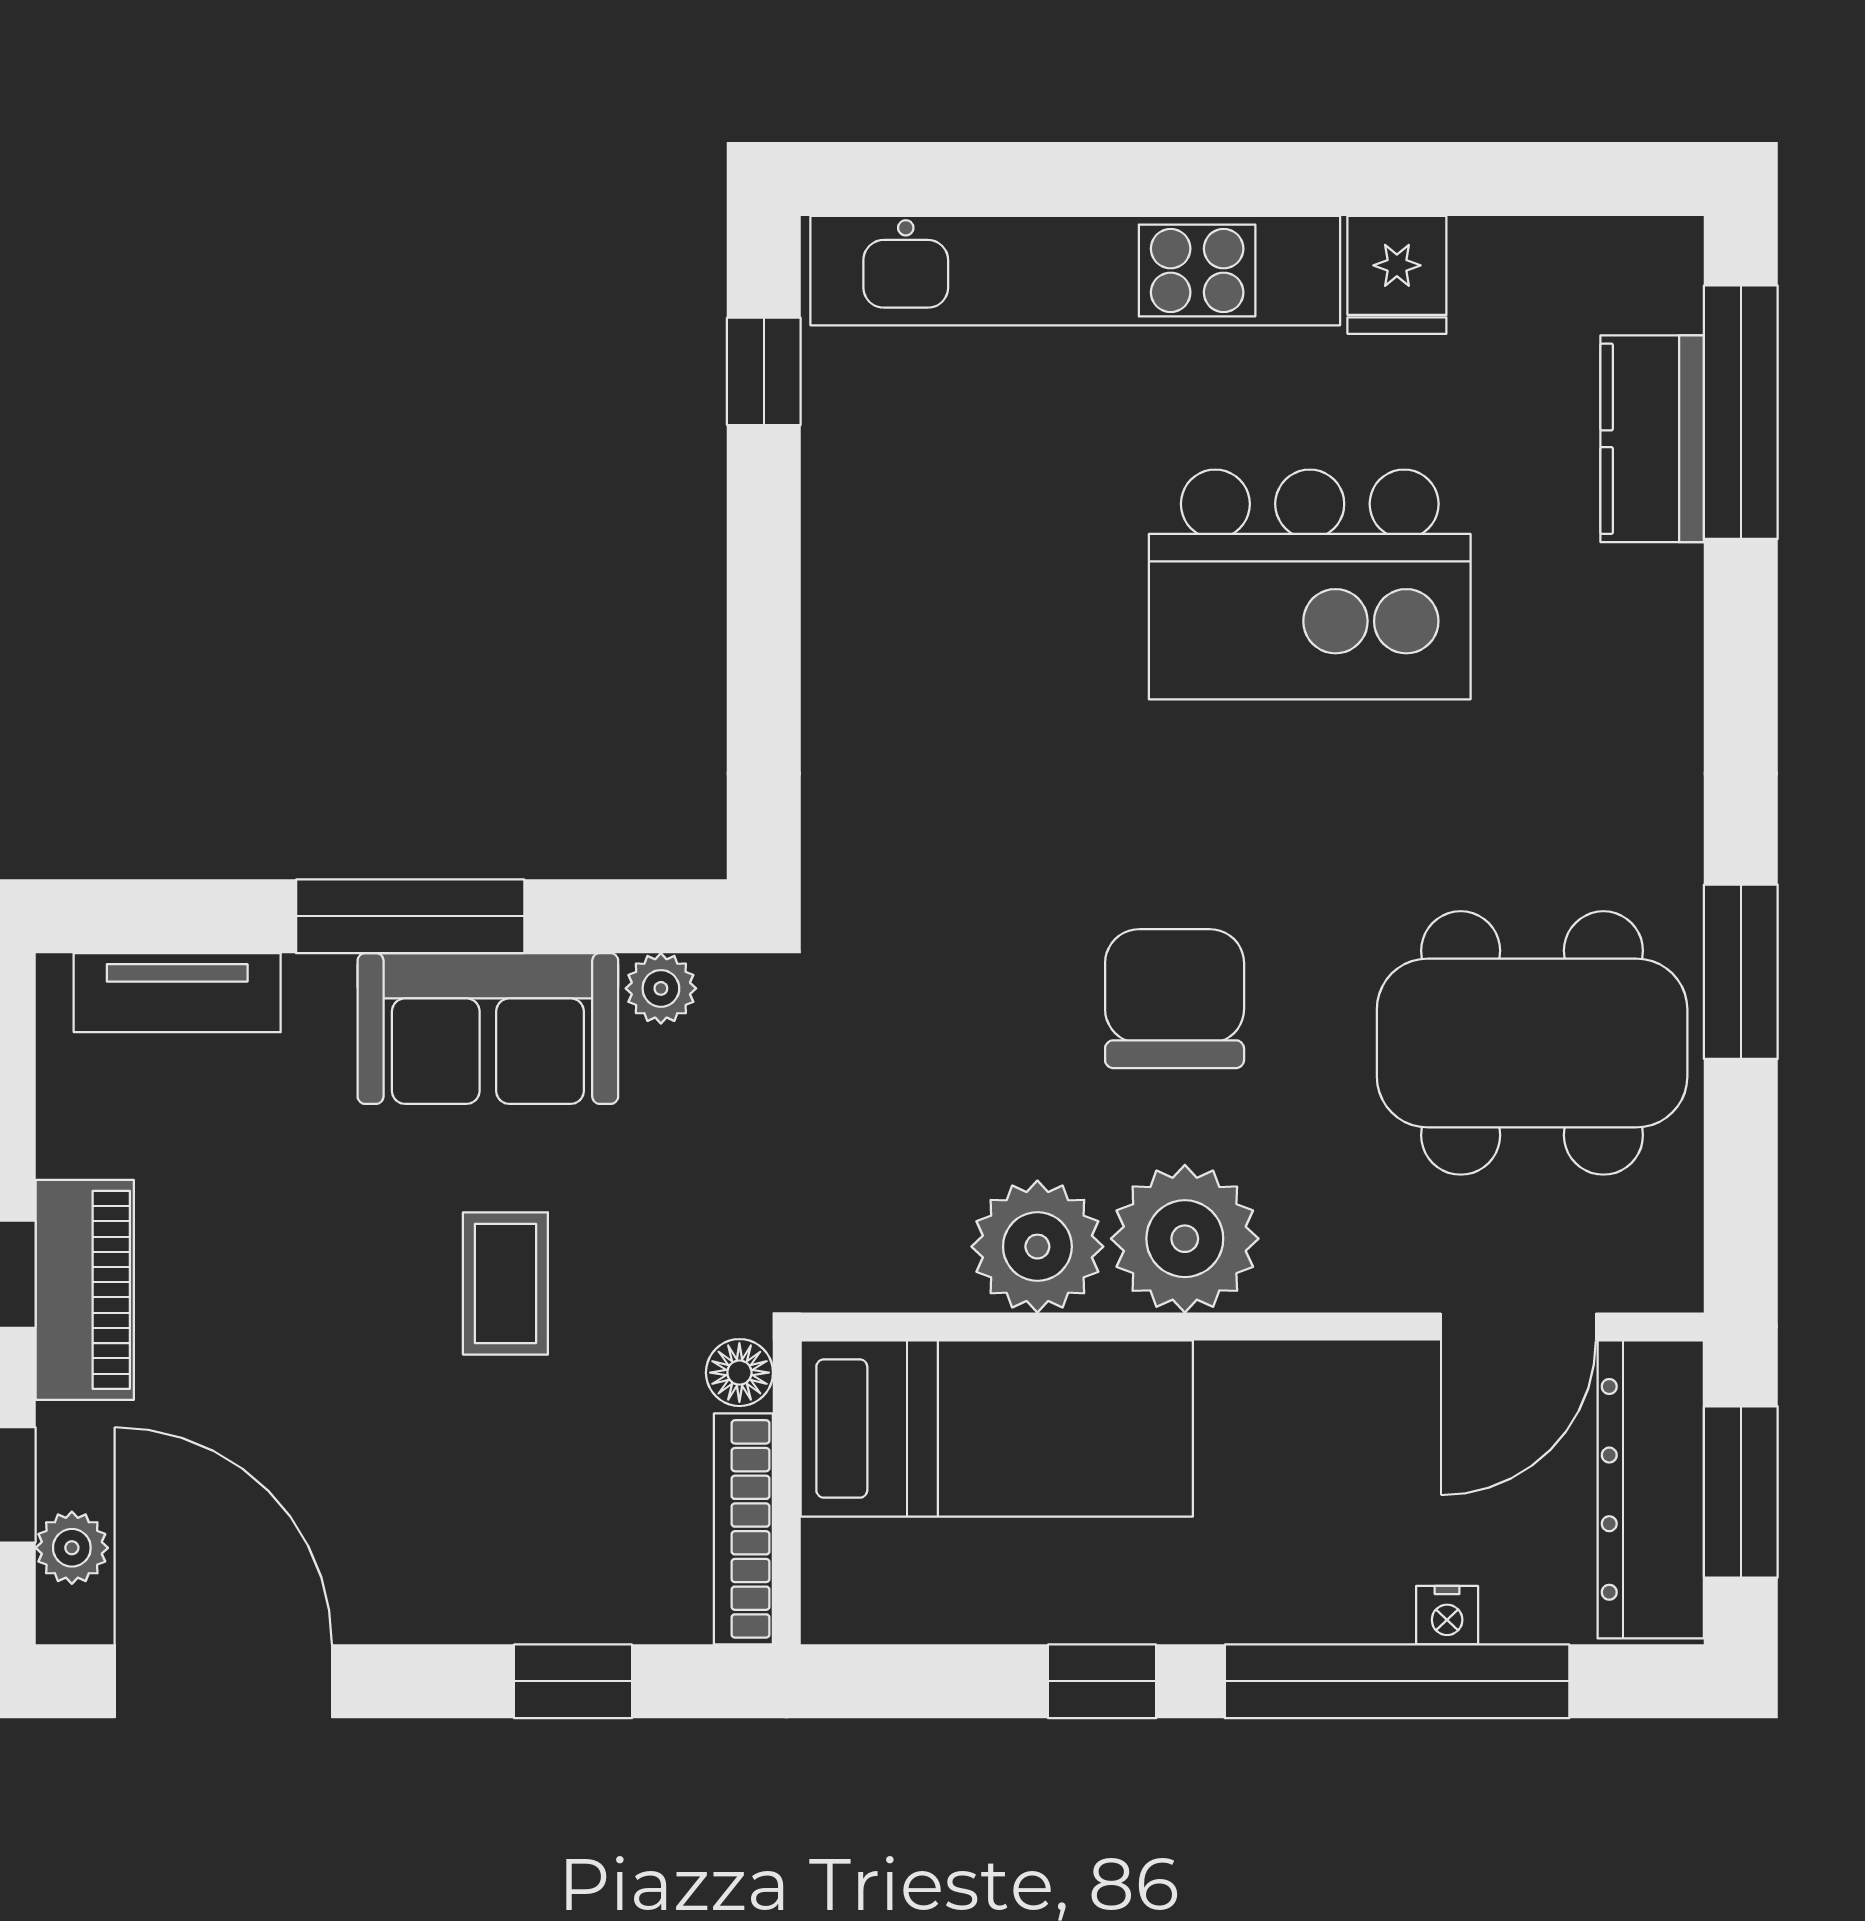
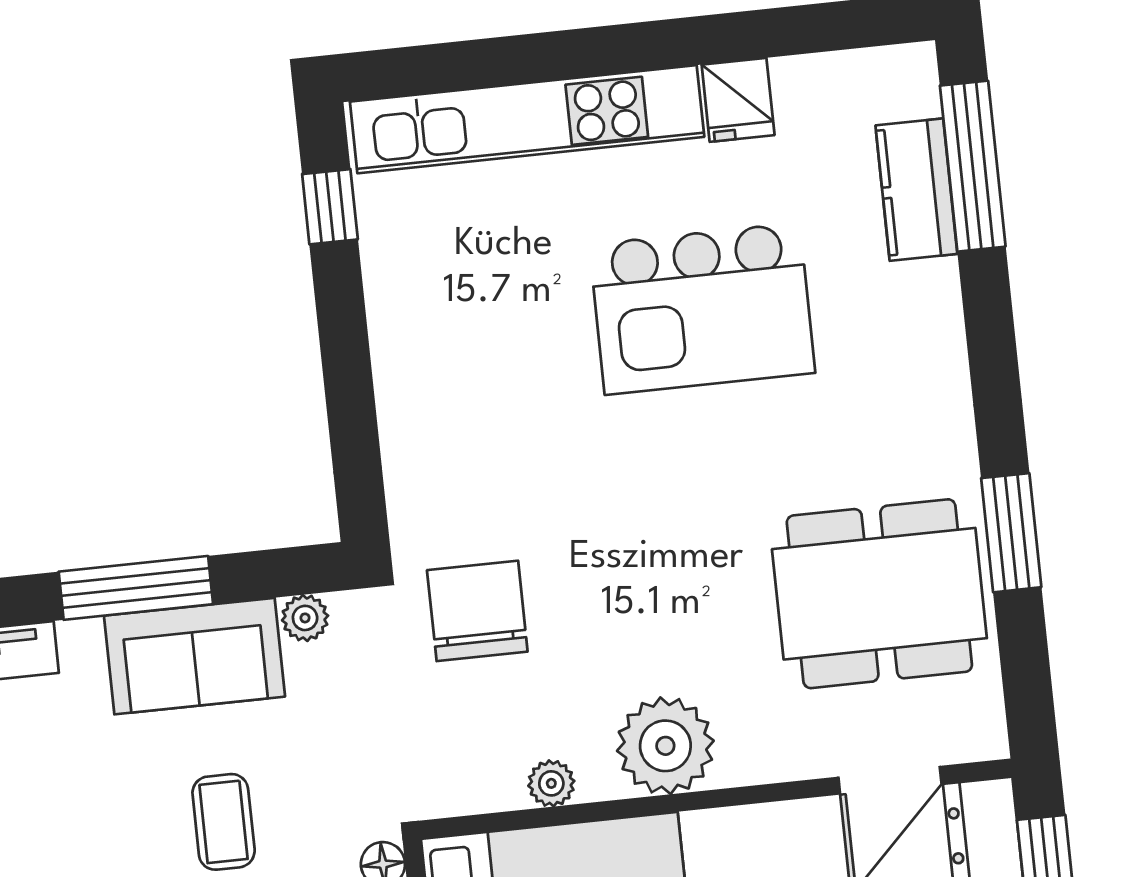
chair: (1175, 999) -> (477, 611), moved
plant: (1037, 1247) -> (551, 783), width x0.53, depth x0.53

